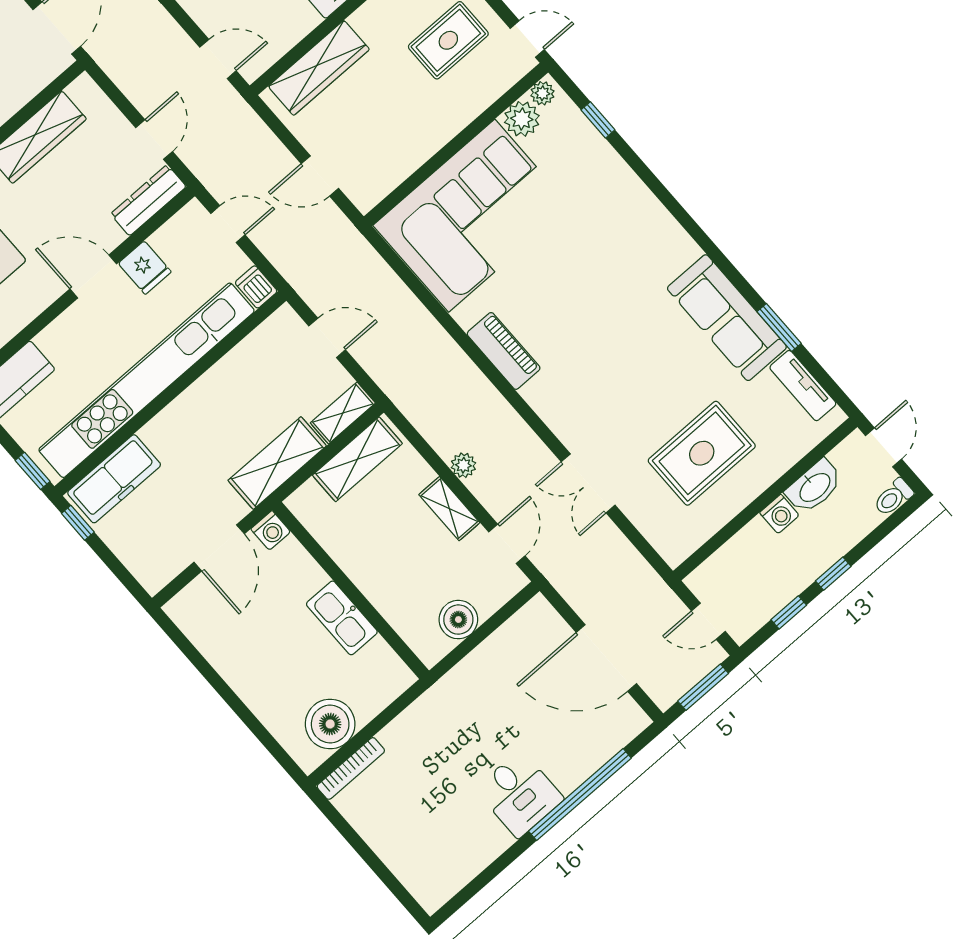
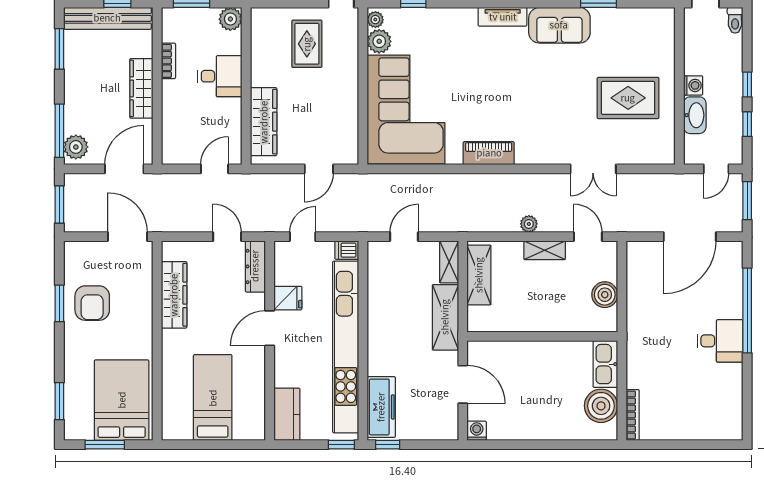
sofa: (727, 318) -> (559, 25), width x0.73
tv unit: (803, 386) -> (503, 17), moved
rug: (702, 453) -> (628, 98), turned 90
washbasin: (814, 487) -> (695, 115), moved
washing machine: (271, 530) -> (477, 431), moved, turned -90
kitchen sink: (342, 618) -> (605, 364), moved, turned 90

